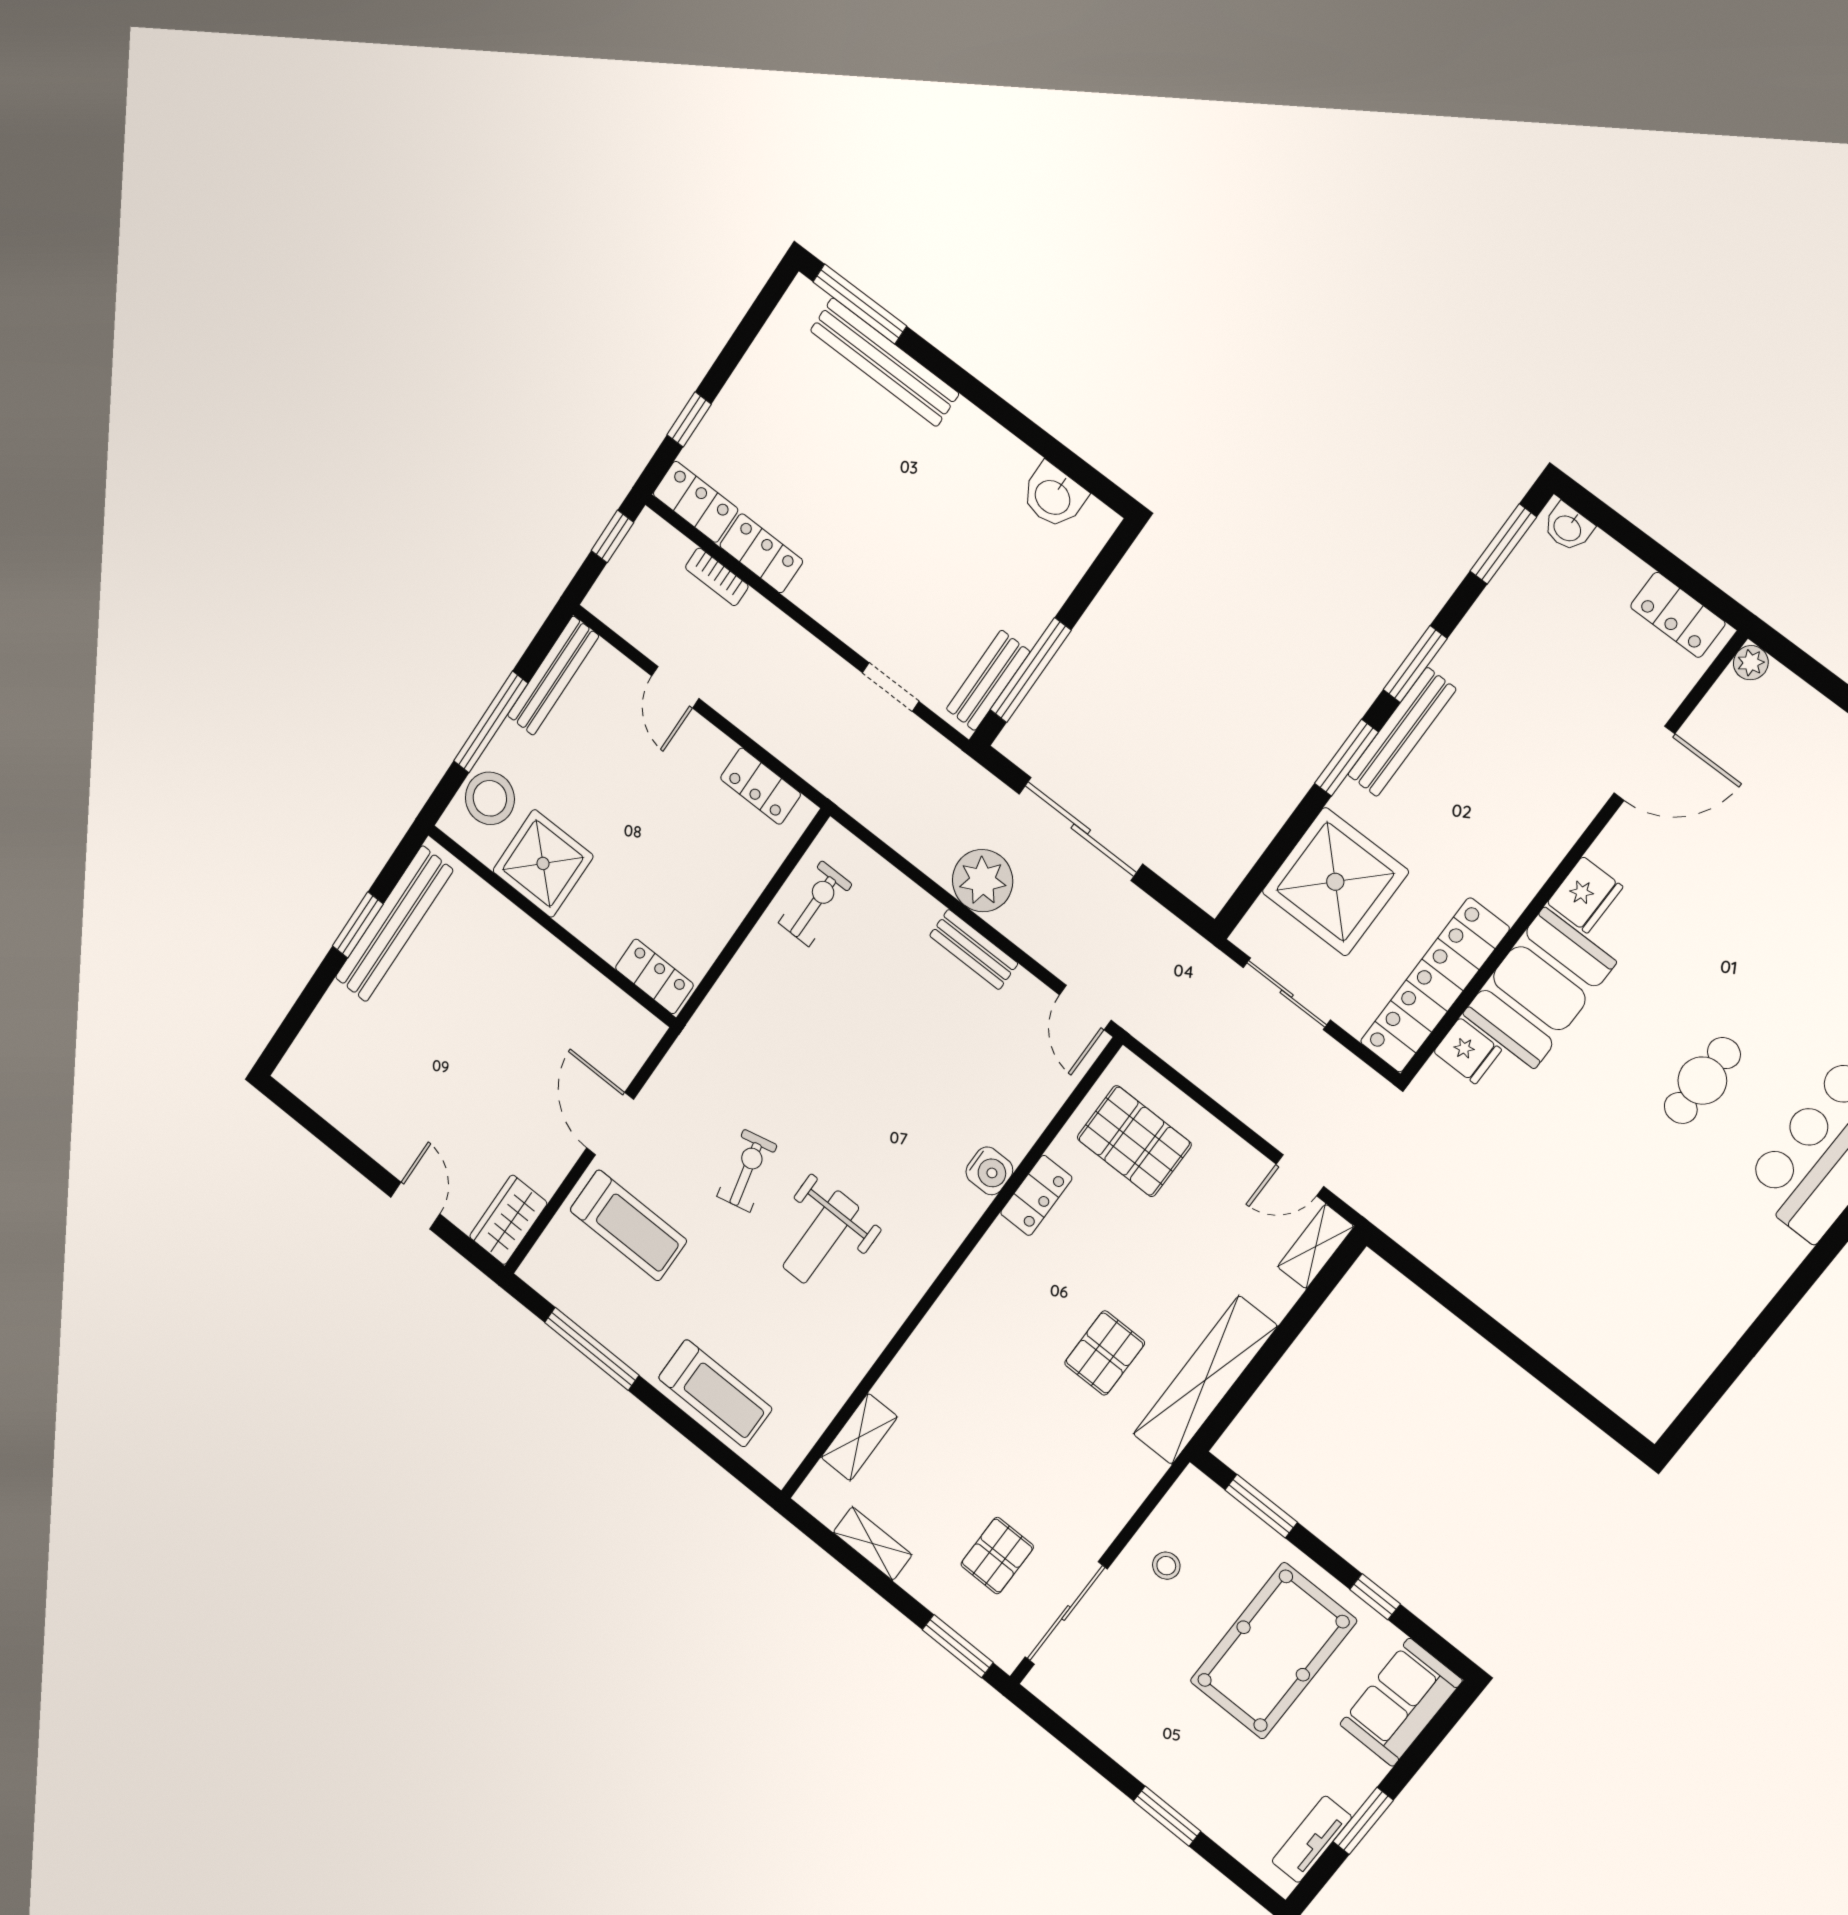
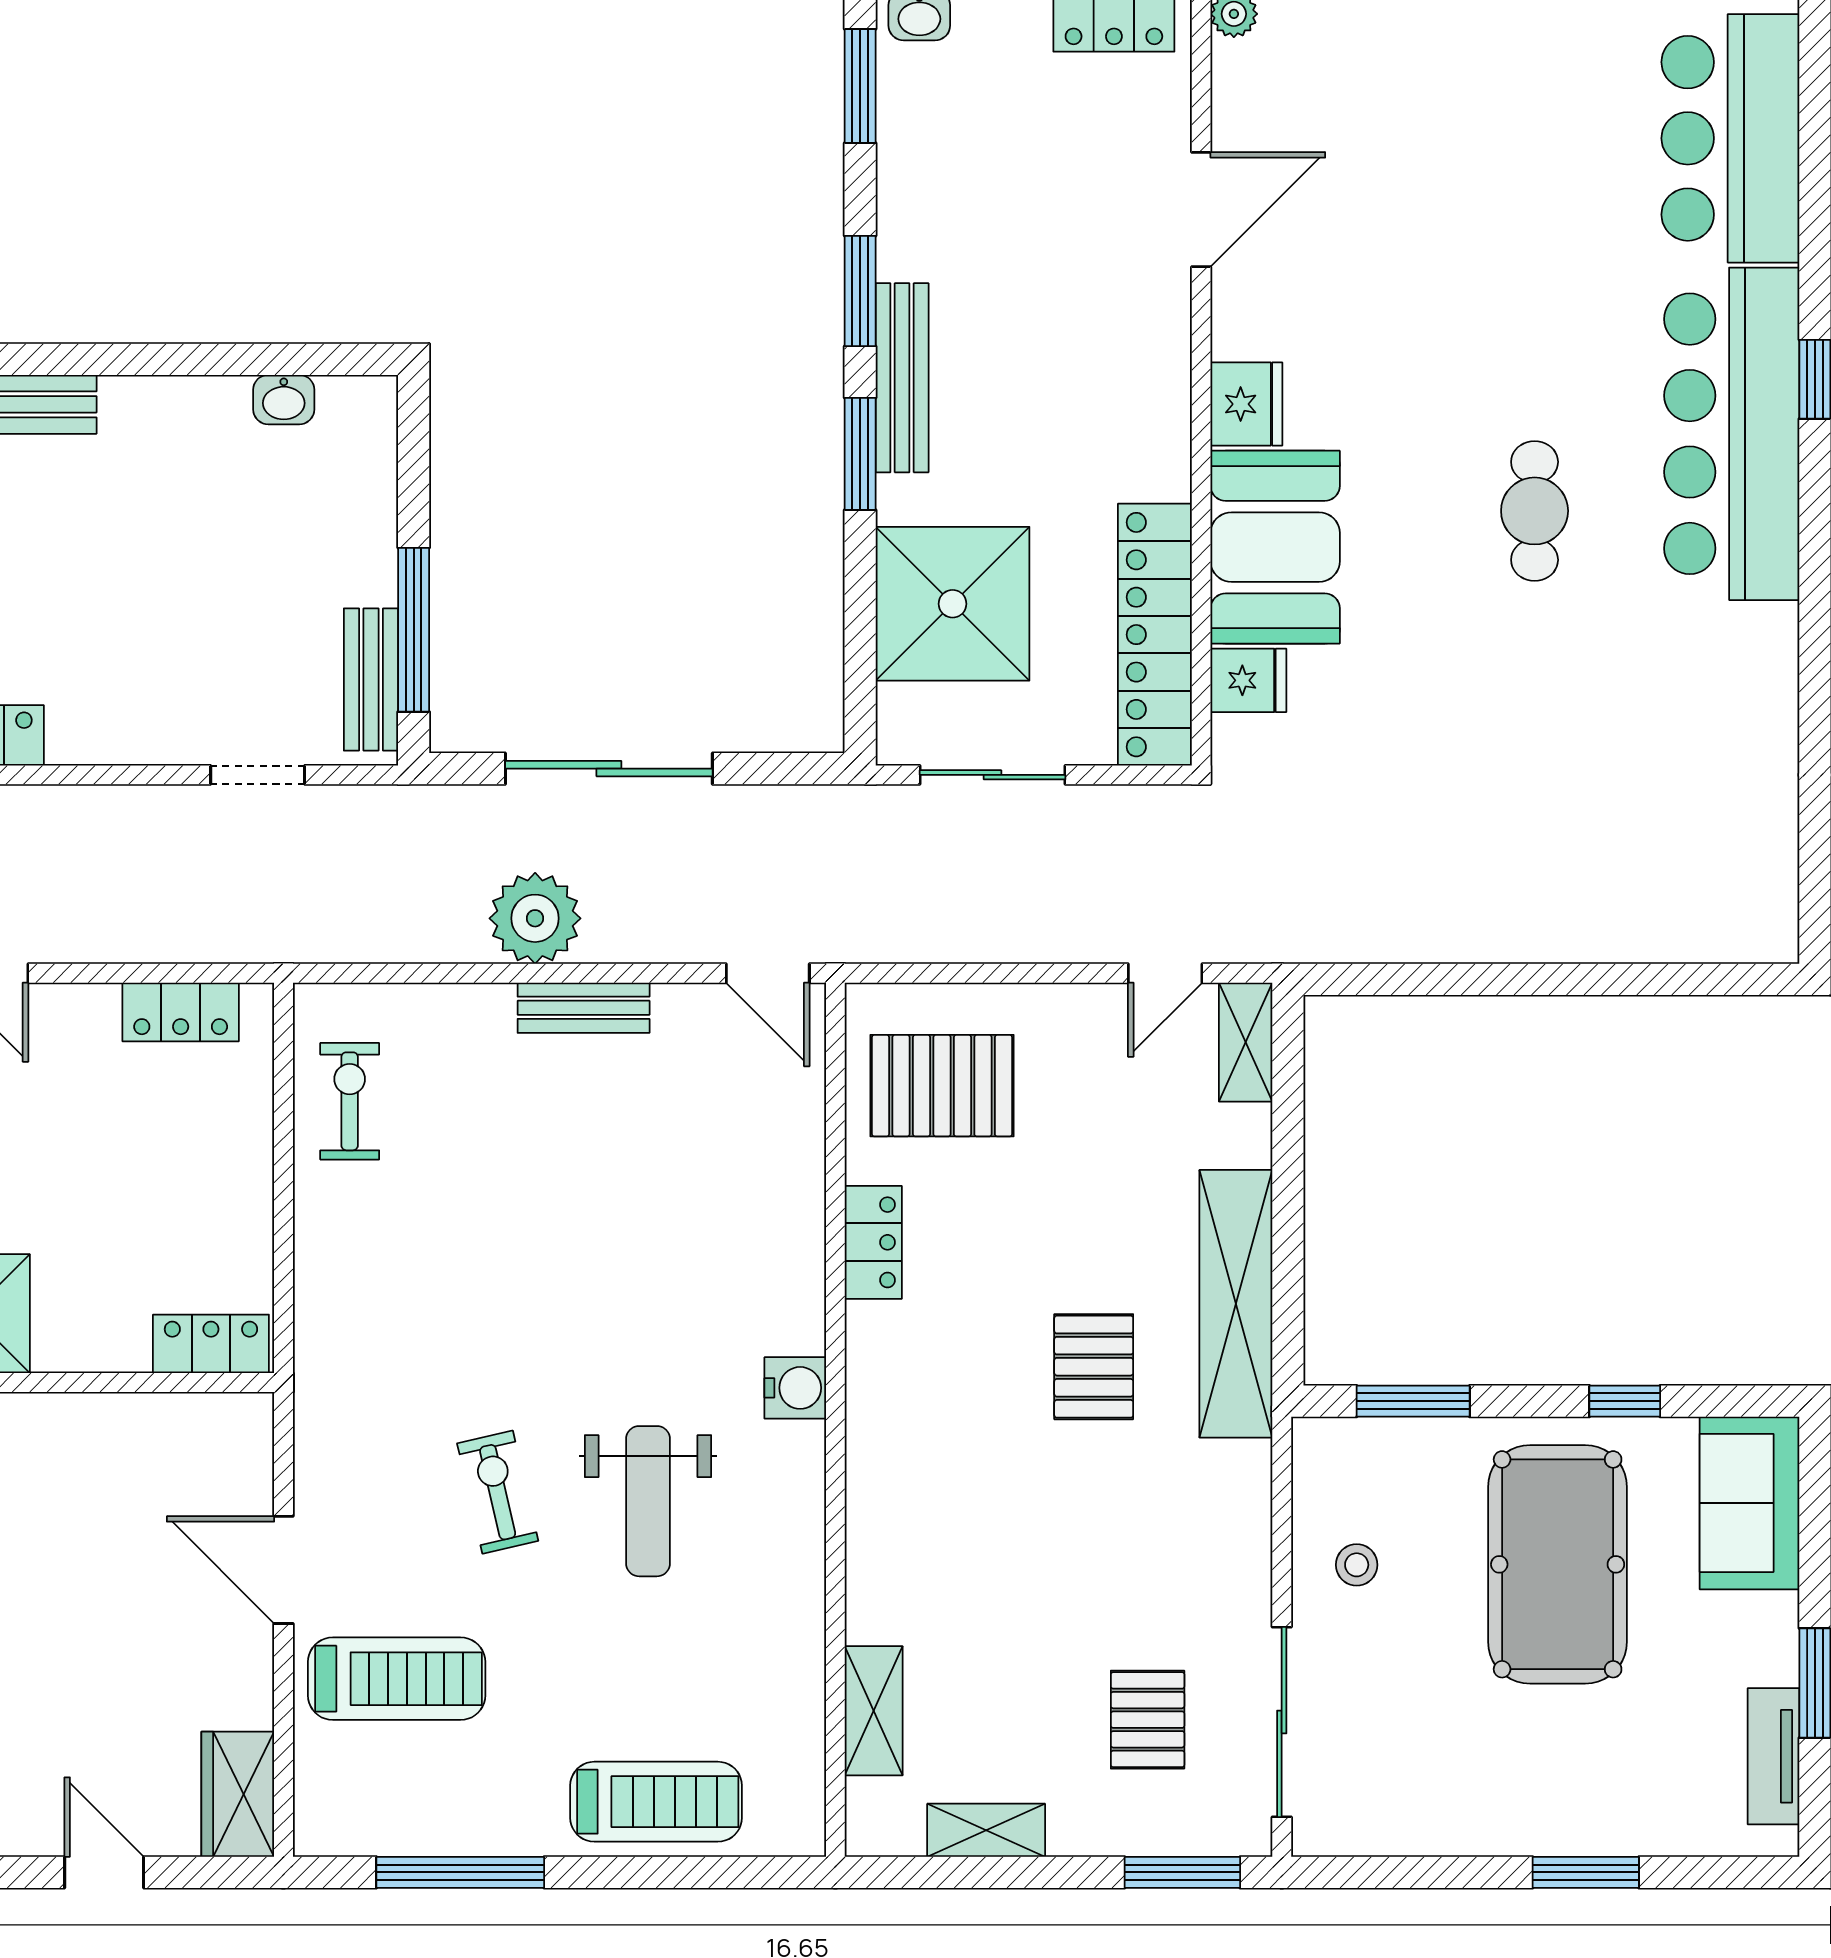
washbasin: (1053, 496) -> (284, 400), width x0.72, depth x0.69
water cooler: (989, 1171) -> (795, 1388), moved

